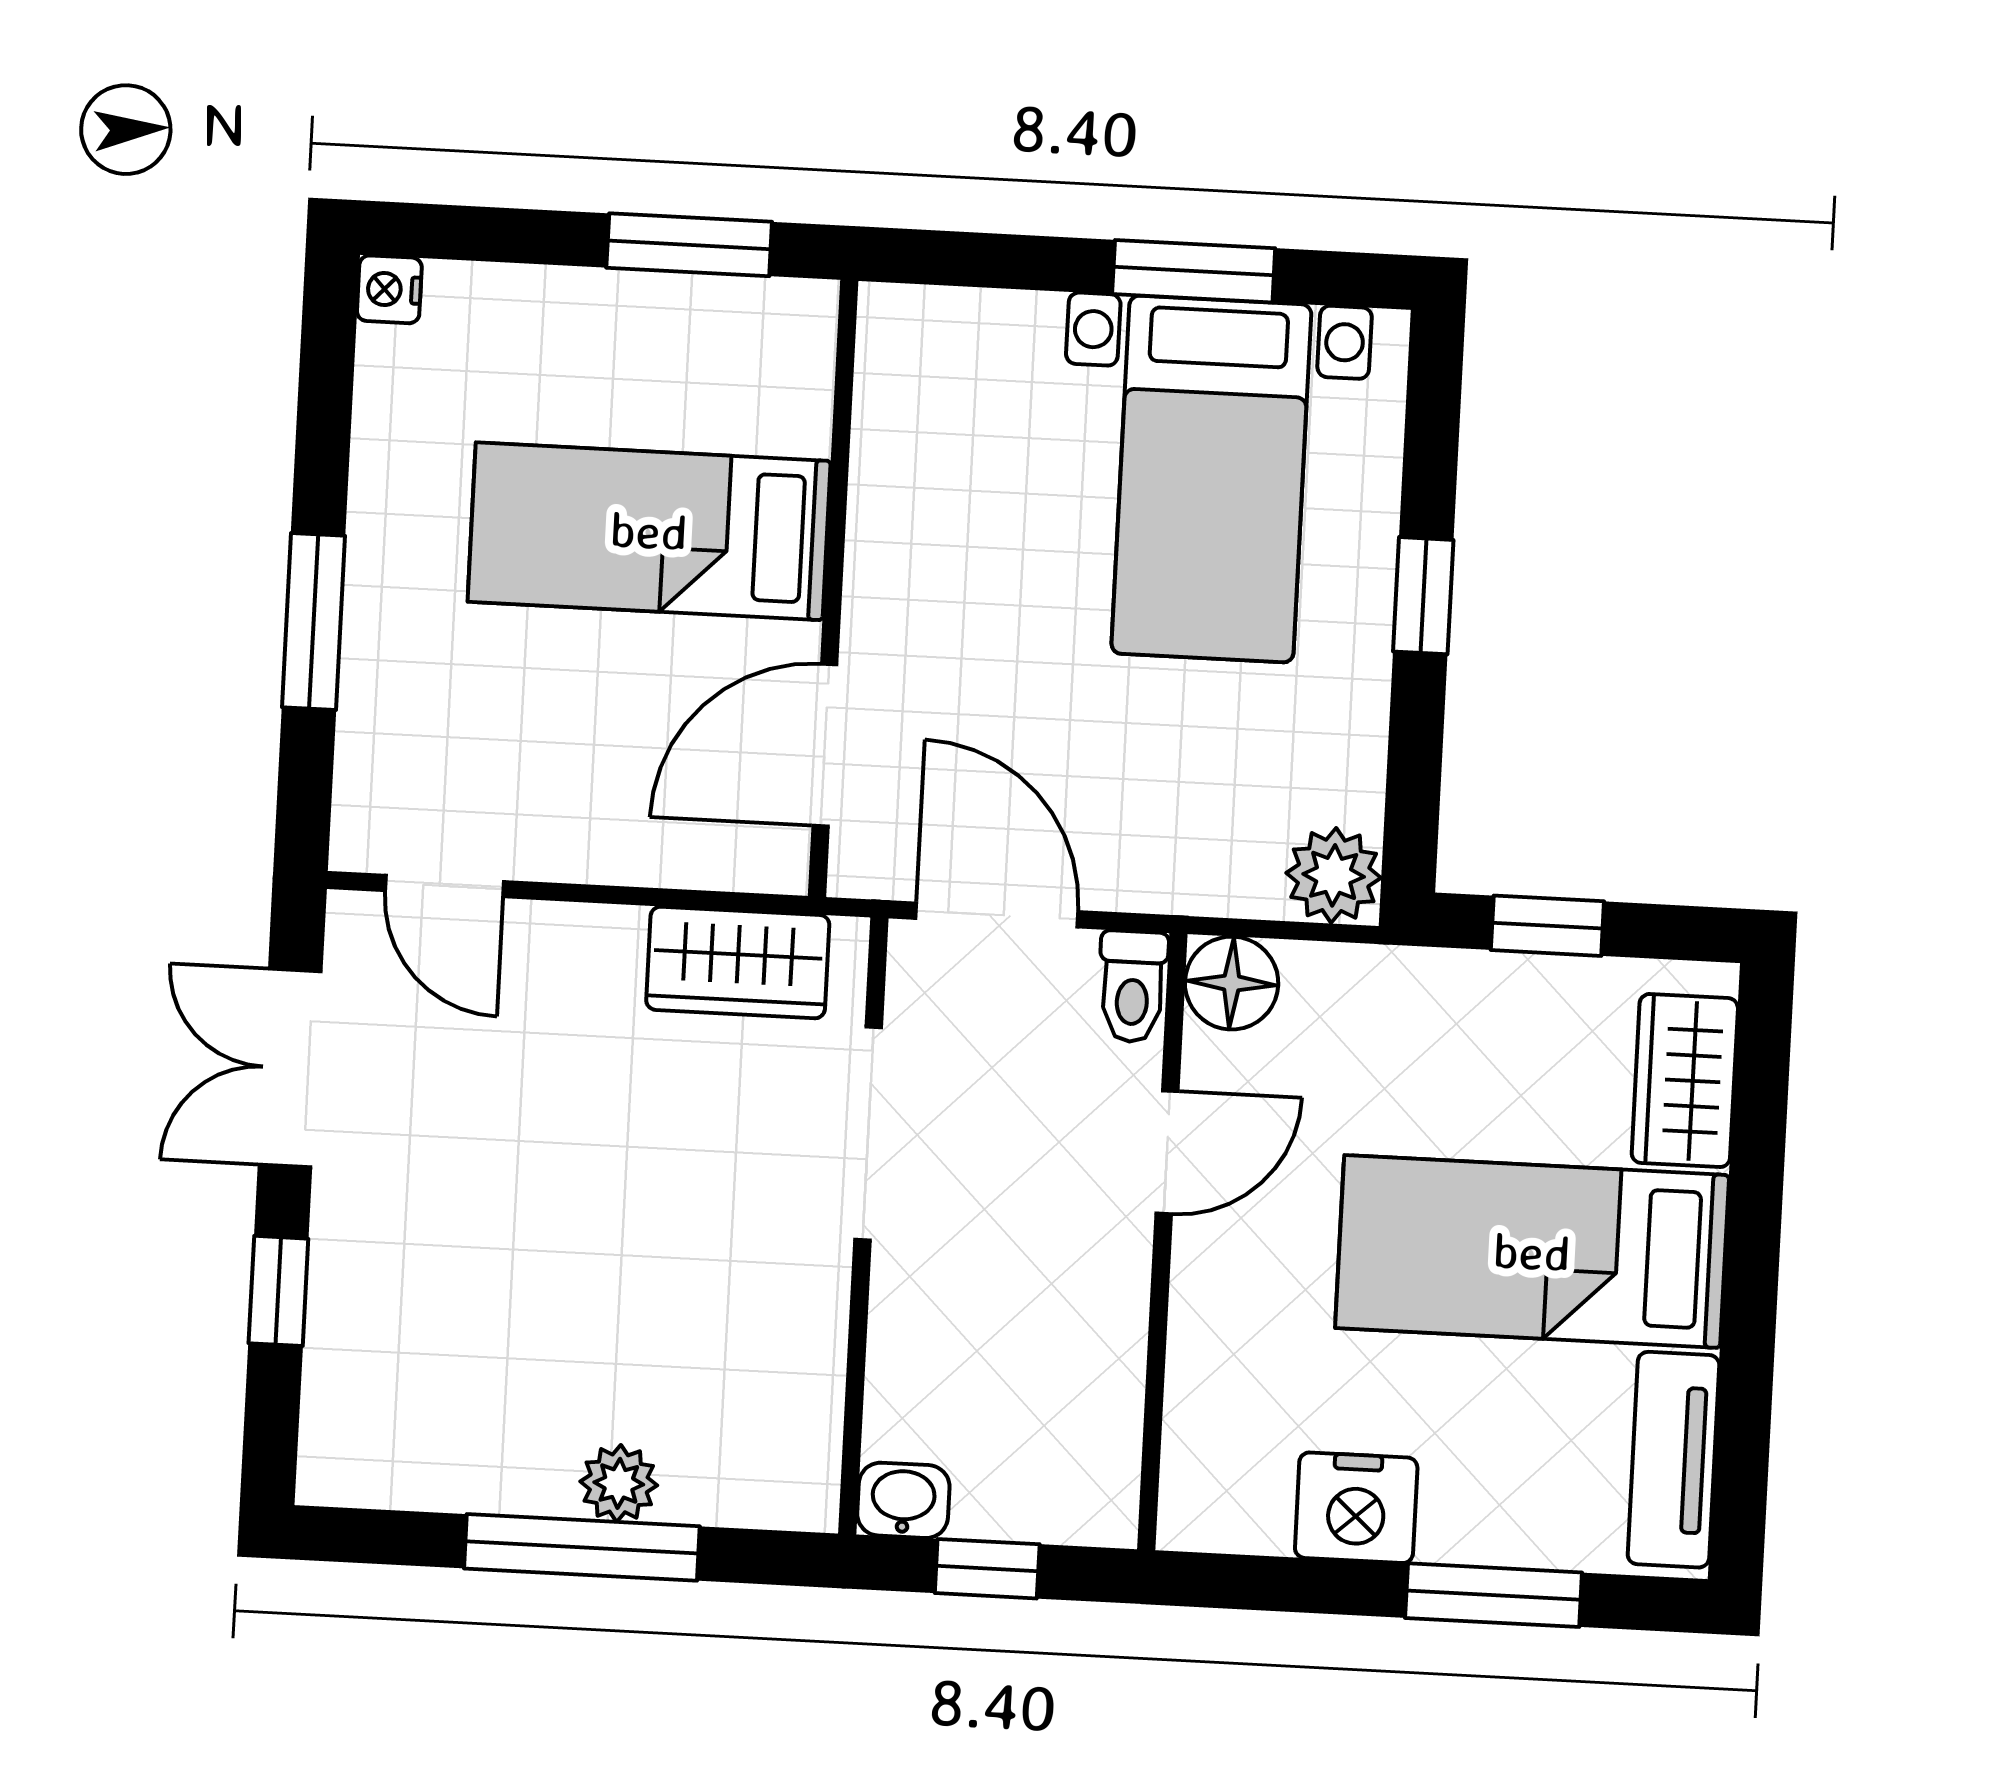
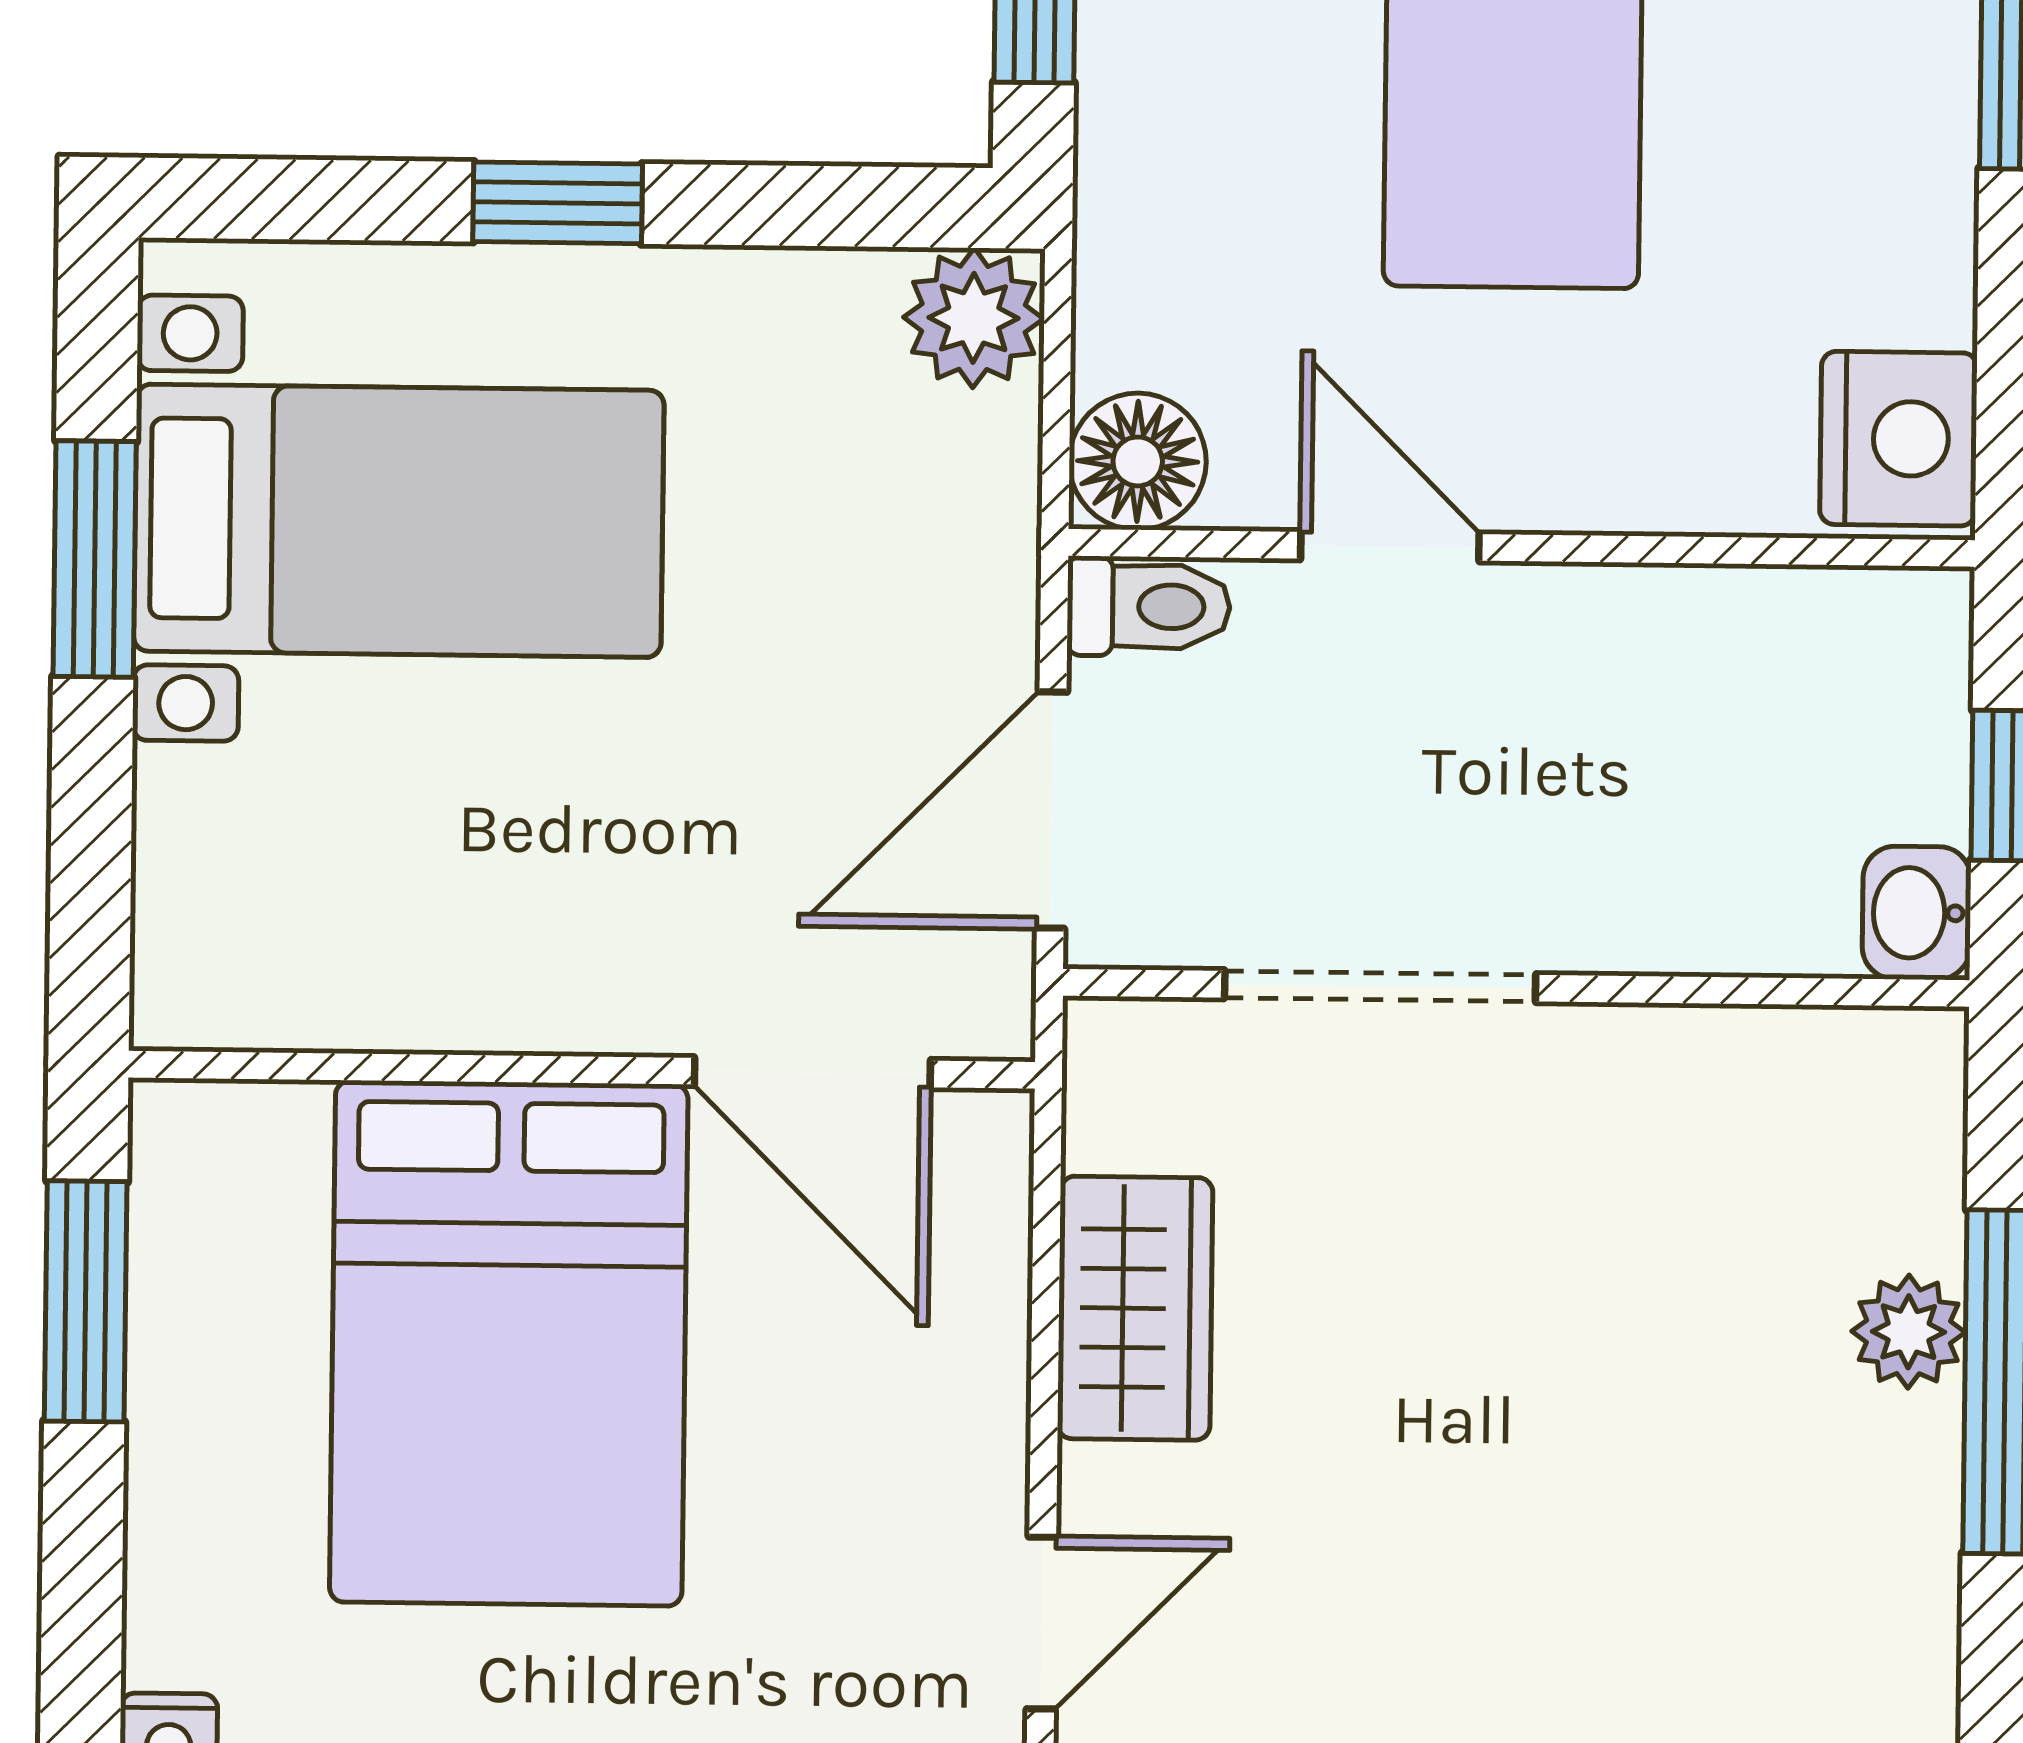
bed: (649, 531) -> (509, 1343), width x1.50
wardrobe: (738, 962) -> (1135, 1308), moved
nightstand: (1356, 1508) -> (1898, 439), moved

